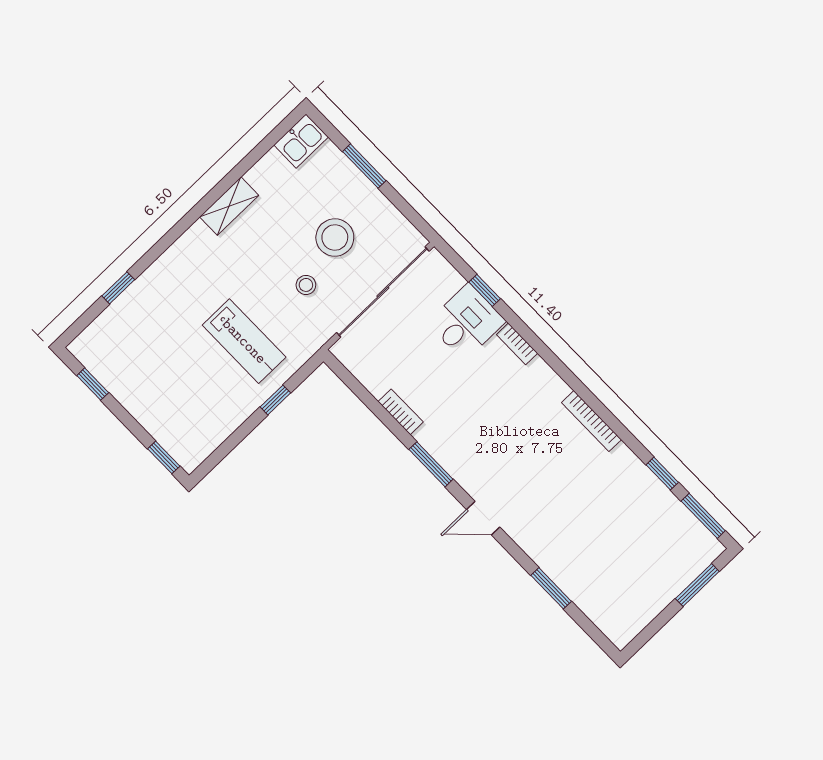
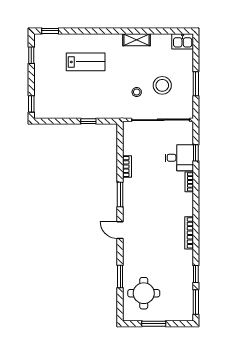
window: (364, 166) -> (196, 84), moved
window: (118, 288) -> (50, 31), moved
lab bench: (244, 341) -> (86, 62), moved, turned -90
round table: (611, 579) -> (144, 293), added
window: (697, 585) -> (154, 324), moved

